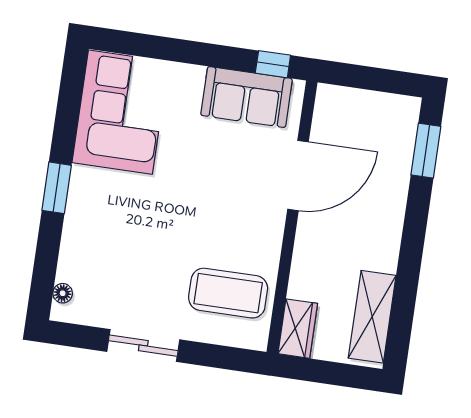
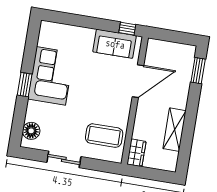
corner sofa: (120, 112) -> (51, 76), moved
floor lamp: (63, 293) -> (31, 131), width x1.89, depth x1.89
shelving: (372, 317) -> (174, 130), moved

